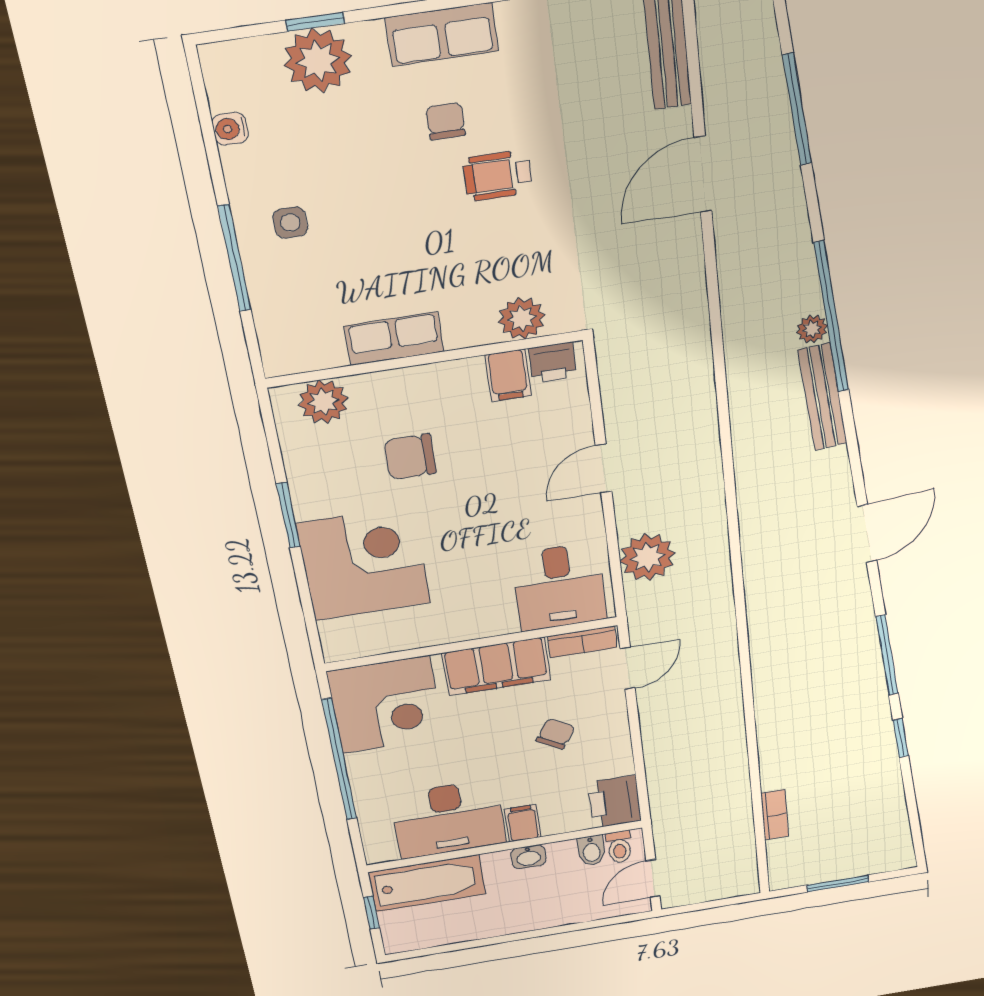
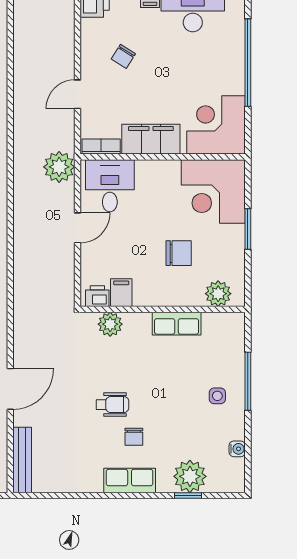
desk: (559, 587) -> (110, 186), moved
bookcase: (582, 642) -> (101, 147), moved
wall: (472, 644) -> (163, 157), moved
filing cabinet: (496, 666) -> (151, 139), moved
corner desk: (386, 705) -> (216, 125), moved

